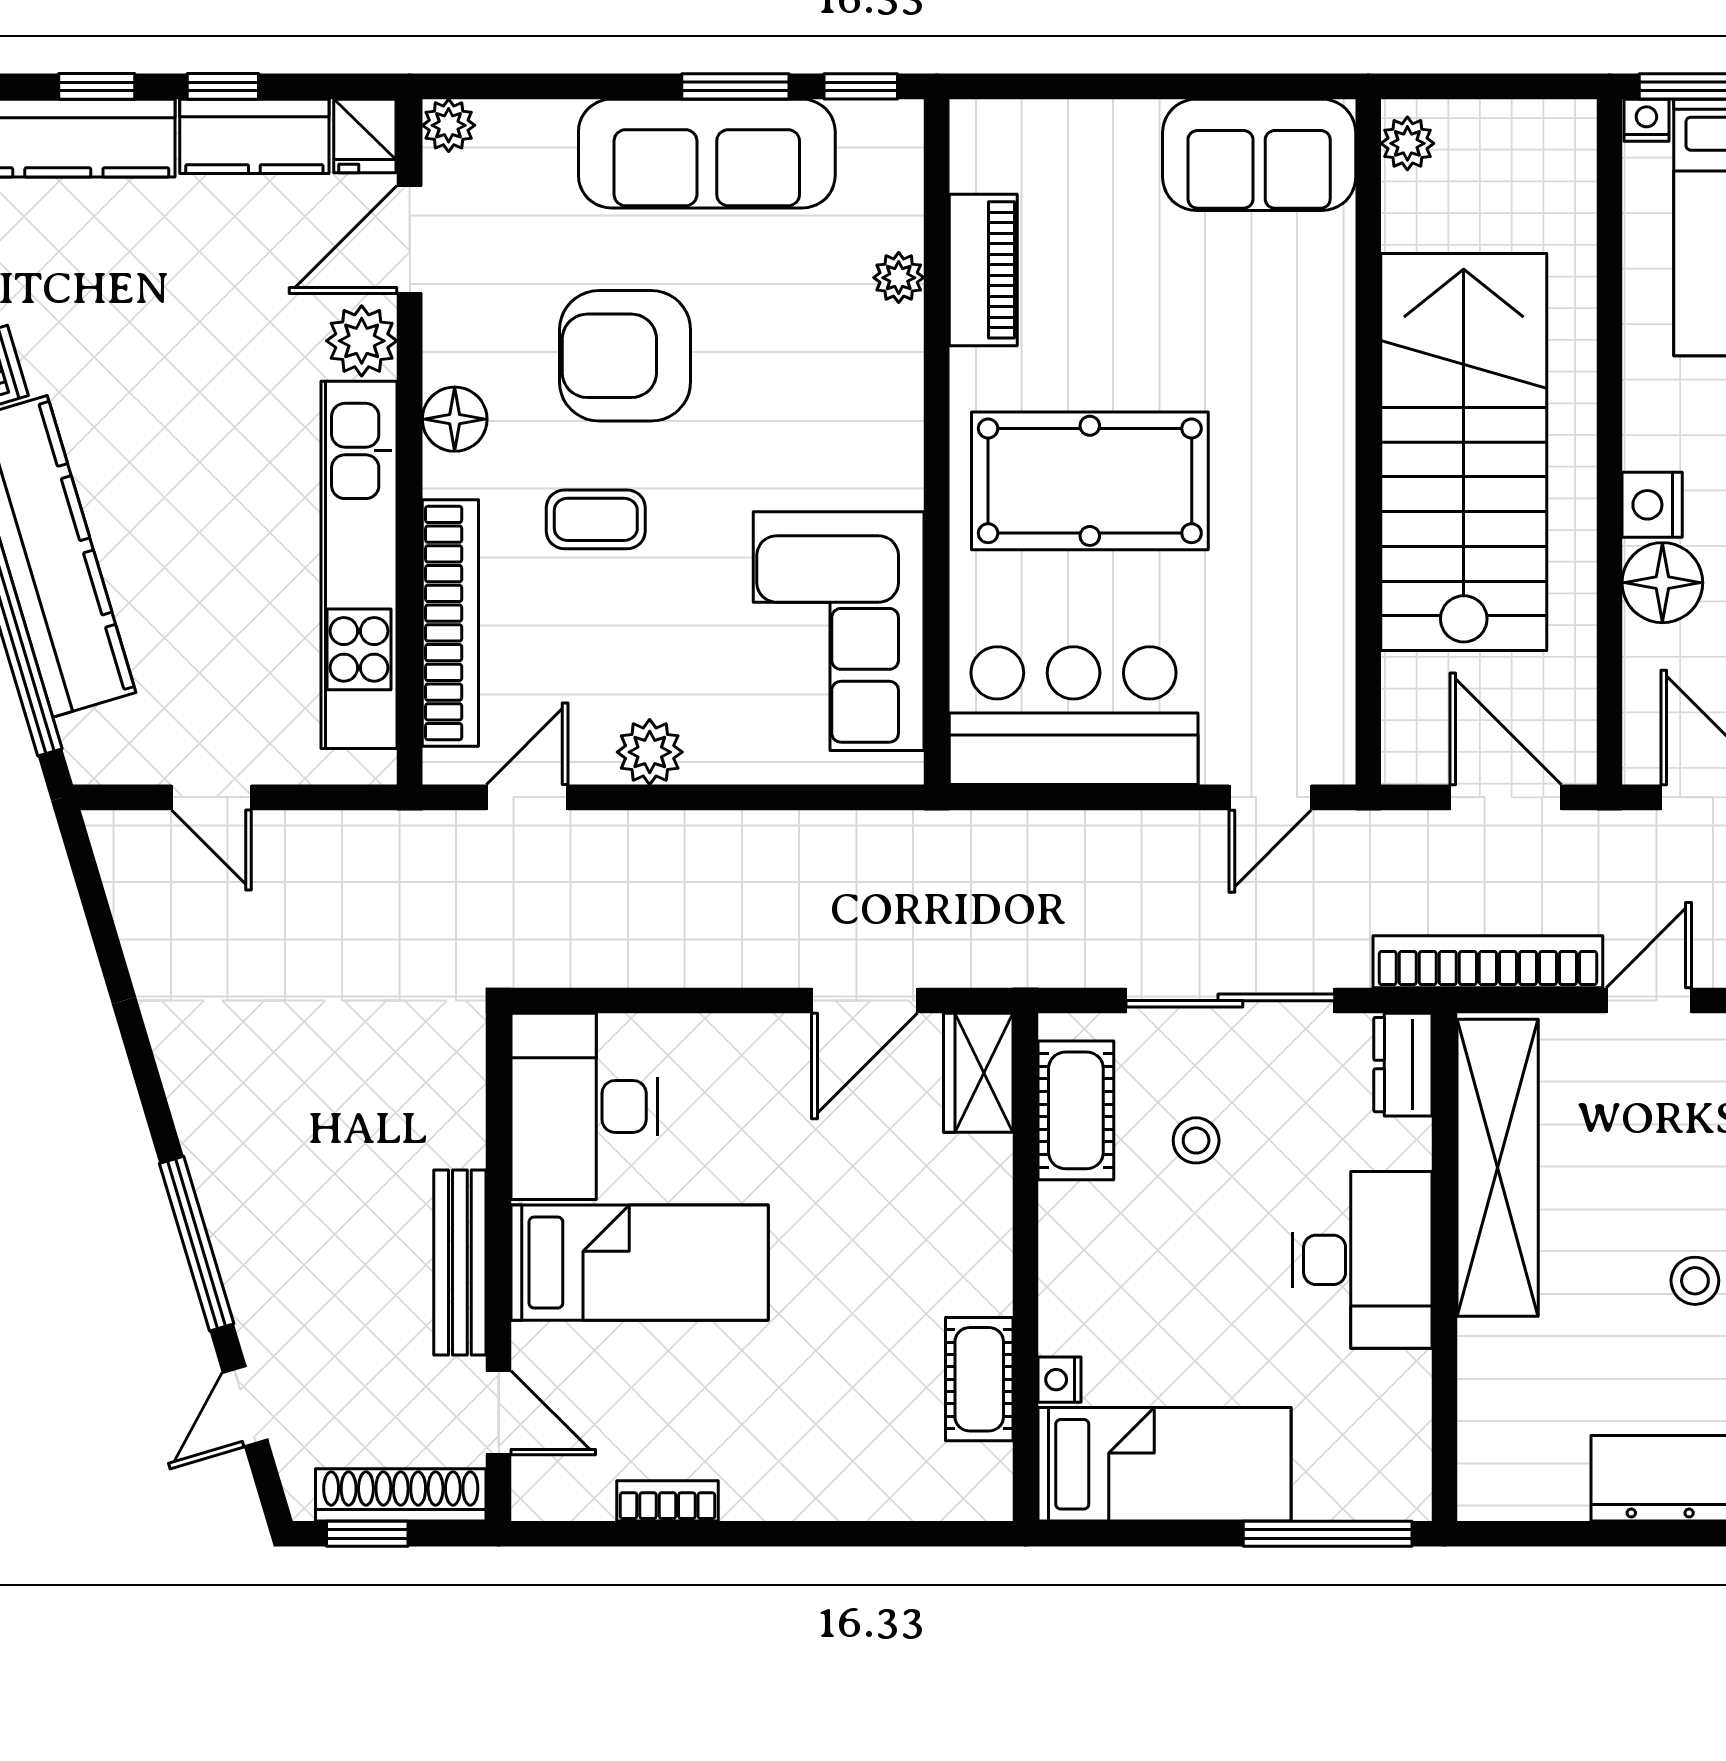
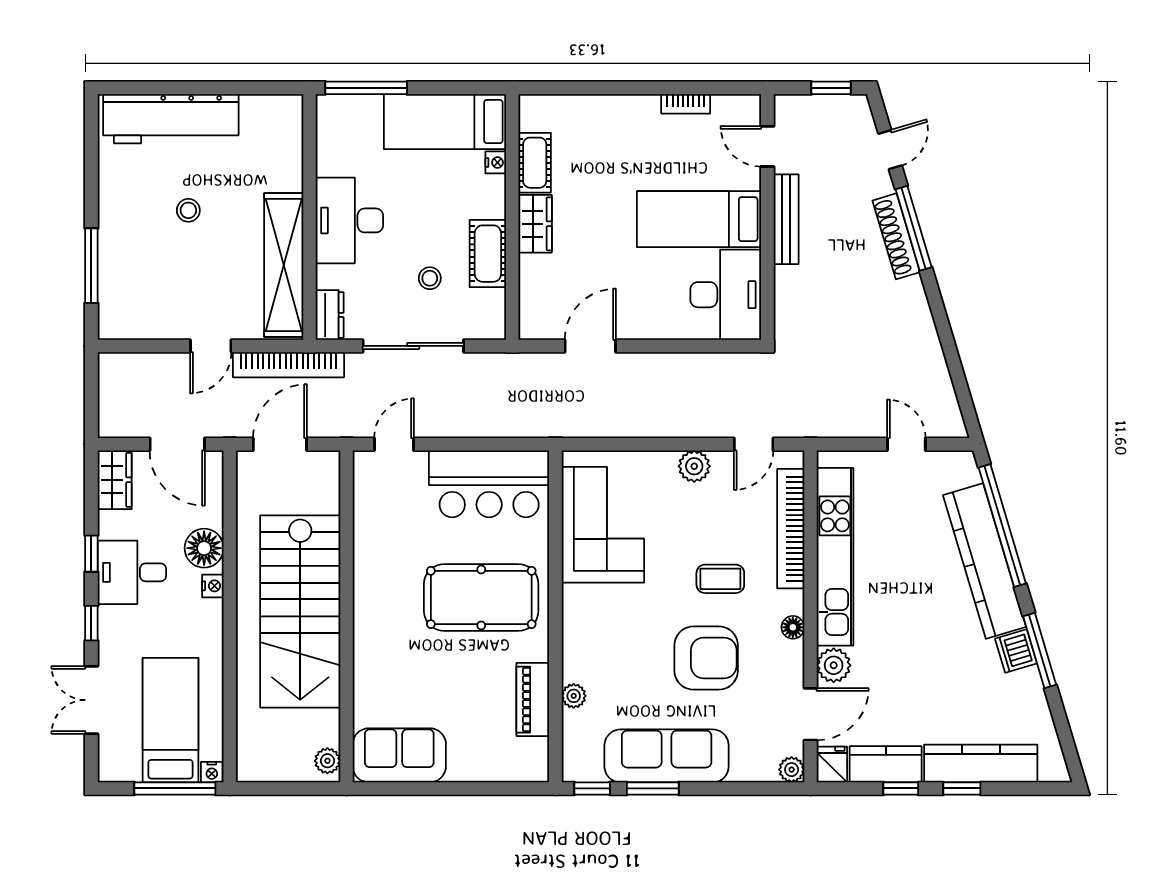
floor lamp: (455, 419) -> (793, 627), width x0.73, depth x0.73
nightstand: (1652, 505) -> (213, 586), width x0.72, depth x0.74
door: (1506, 797) -> (280, 444), swing flipped
wardrobe: (978, 1073) -> (535, 224), moved
cot: (1076, 1110) -> (488, 254), moved
shoe rack: (401, 1495) -> (896, 236), moved, turned 73

